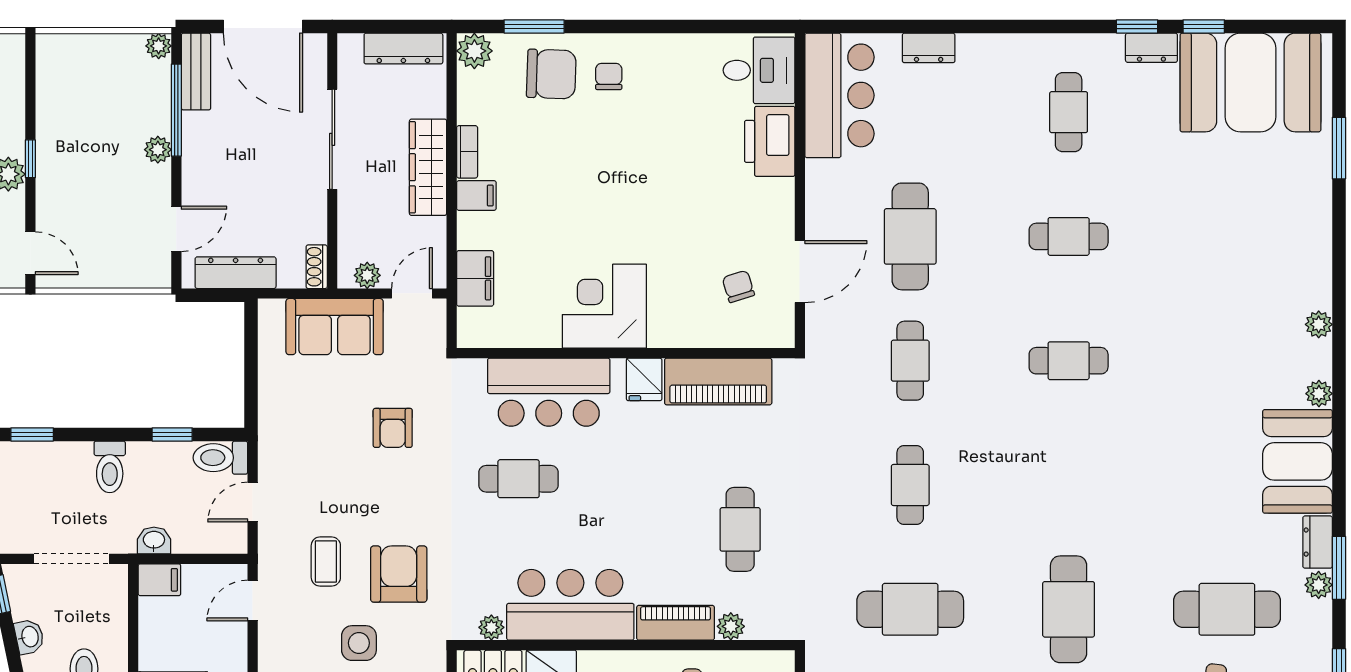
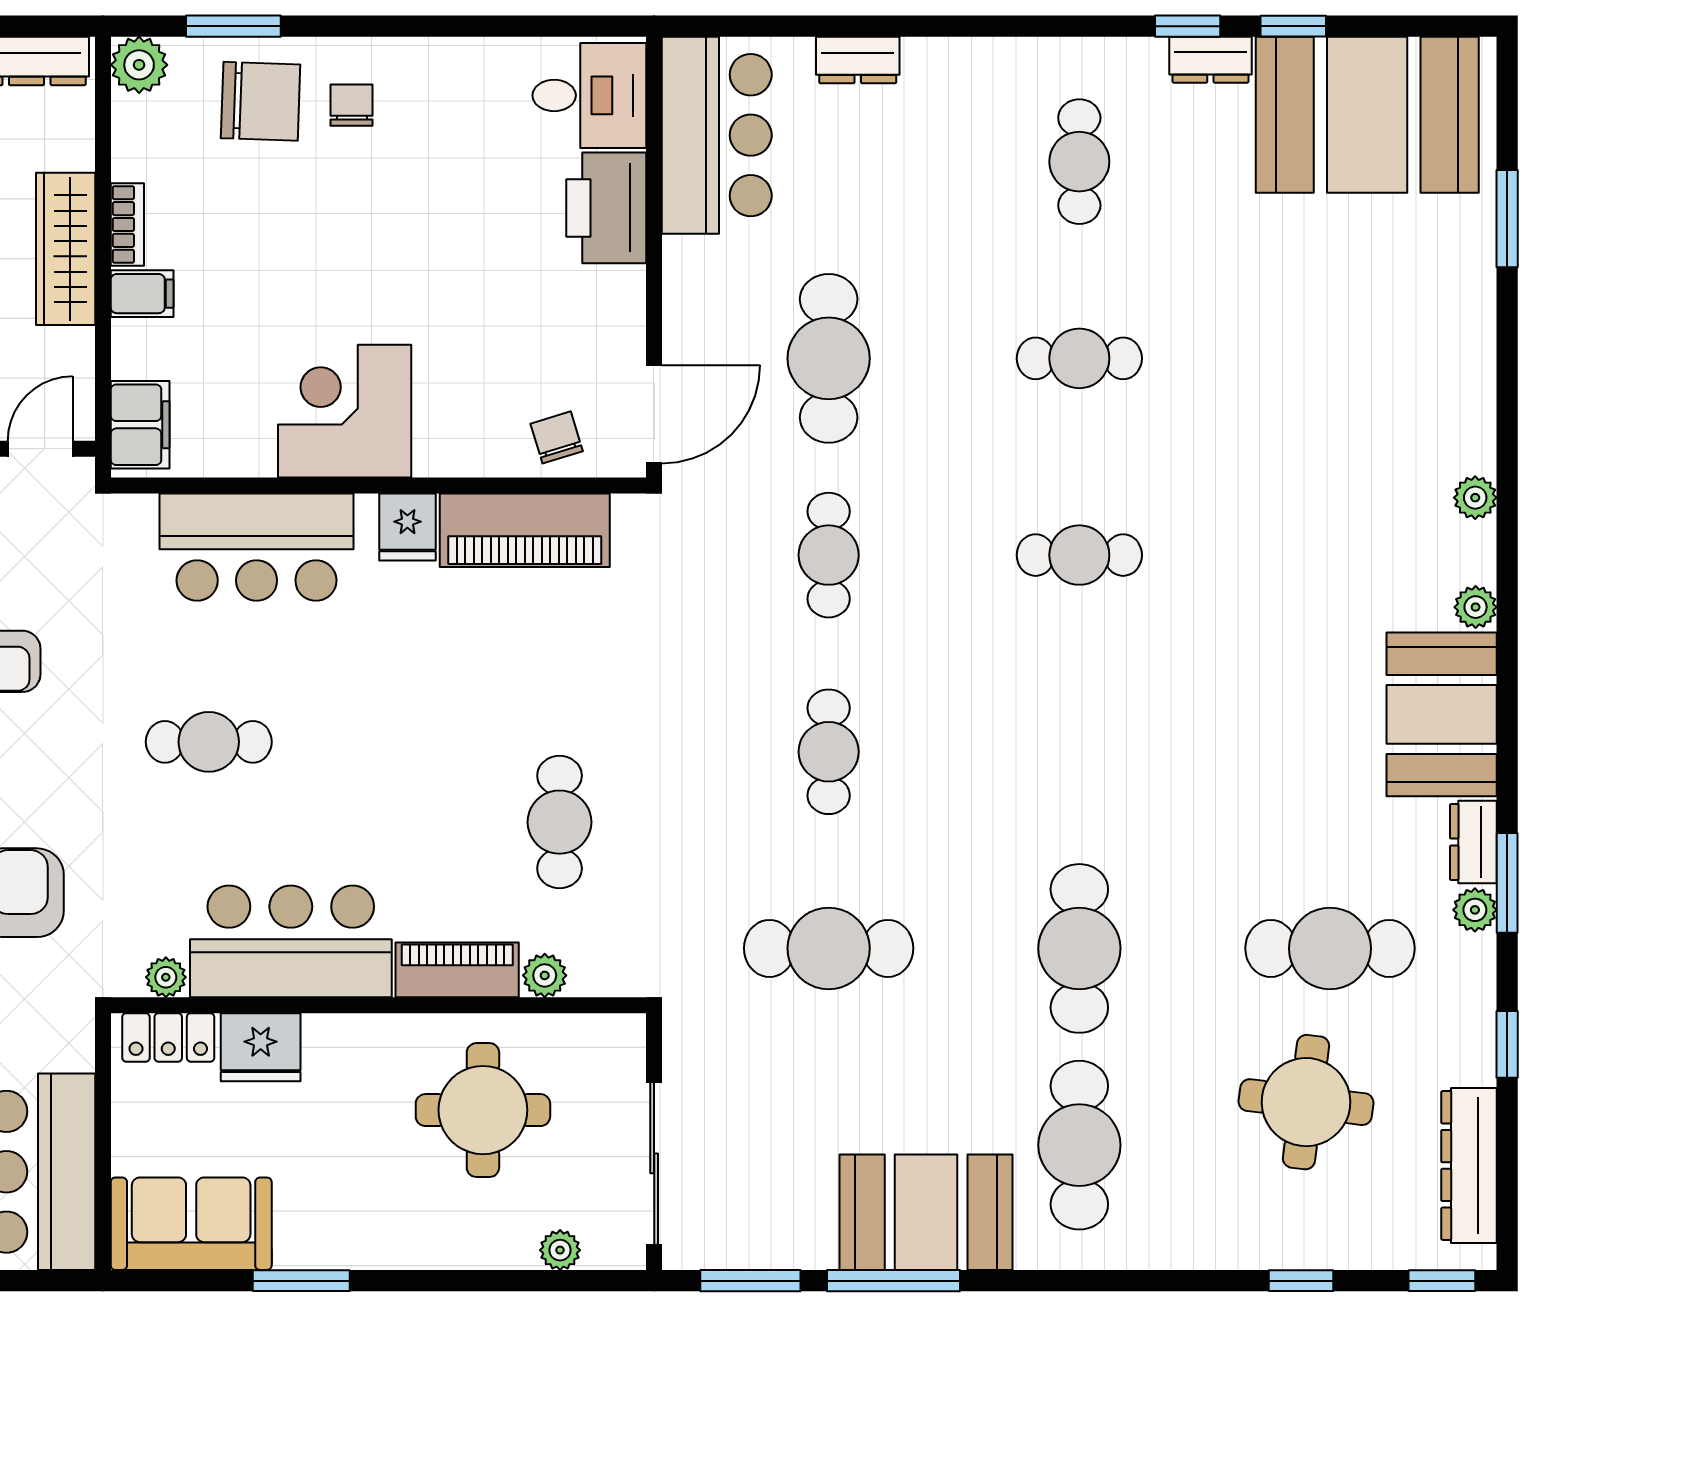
corner desk: (604, 306) -> (345, 411), moved
wall: (626, 353) -> (379, 485), moved
fridge: (644, 379) -> (407, 527), moved
piano: (718, 381) -> (525, 530), moved
bar counter: (549, 392) -> (257, 547), moved

